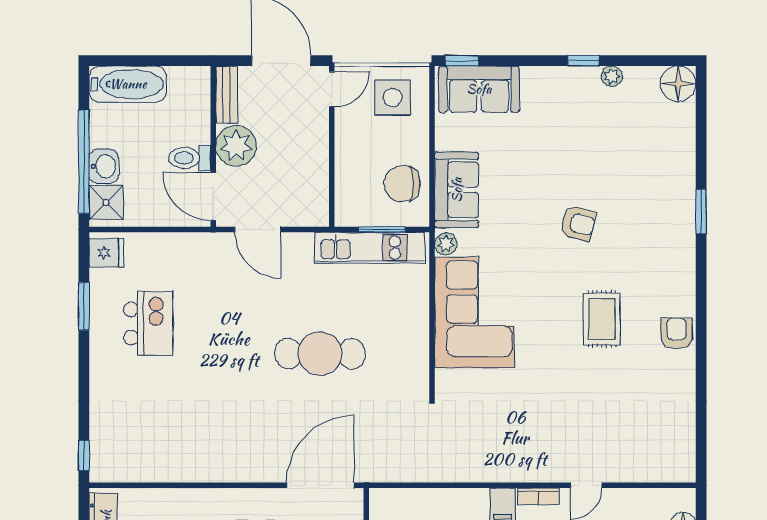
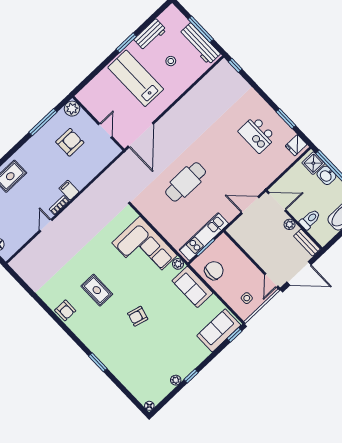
floor lamp: (678, 84) -> (149, 406), width x0.53, depth x0.53
side table: (393, 97) -> (247, 298), width x0.54, depth x0.54
plant: (236, 146) -> (290, 224), width x0.53, depth x0.53
toilet: (190, 158) -> (310, 219), moved

